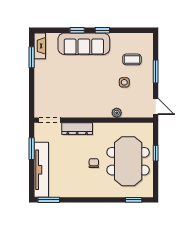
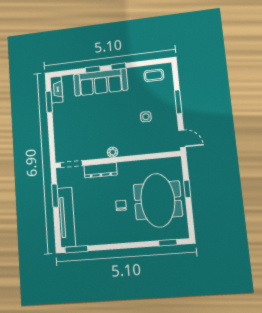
coffee table: (132, 59) -> (154, 75), moved
plant: (117, 113) -> (113, 152), moved

